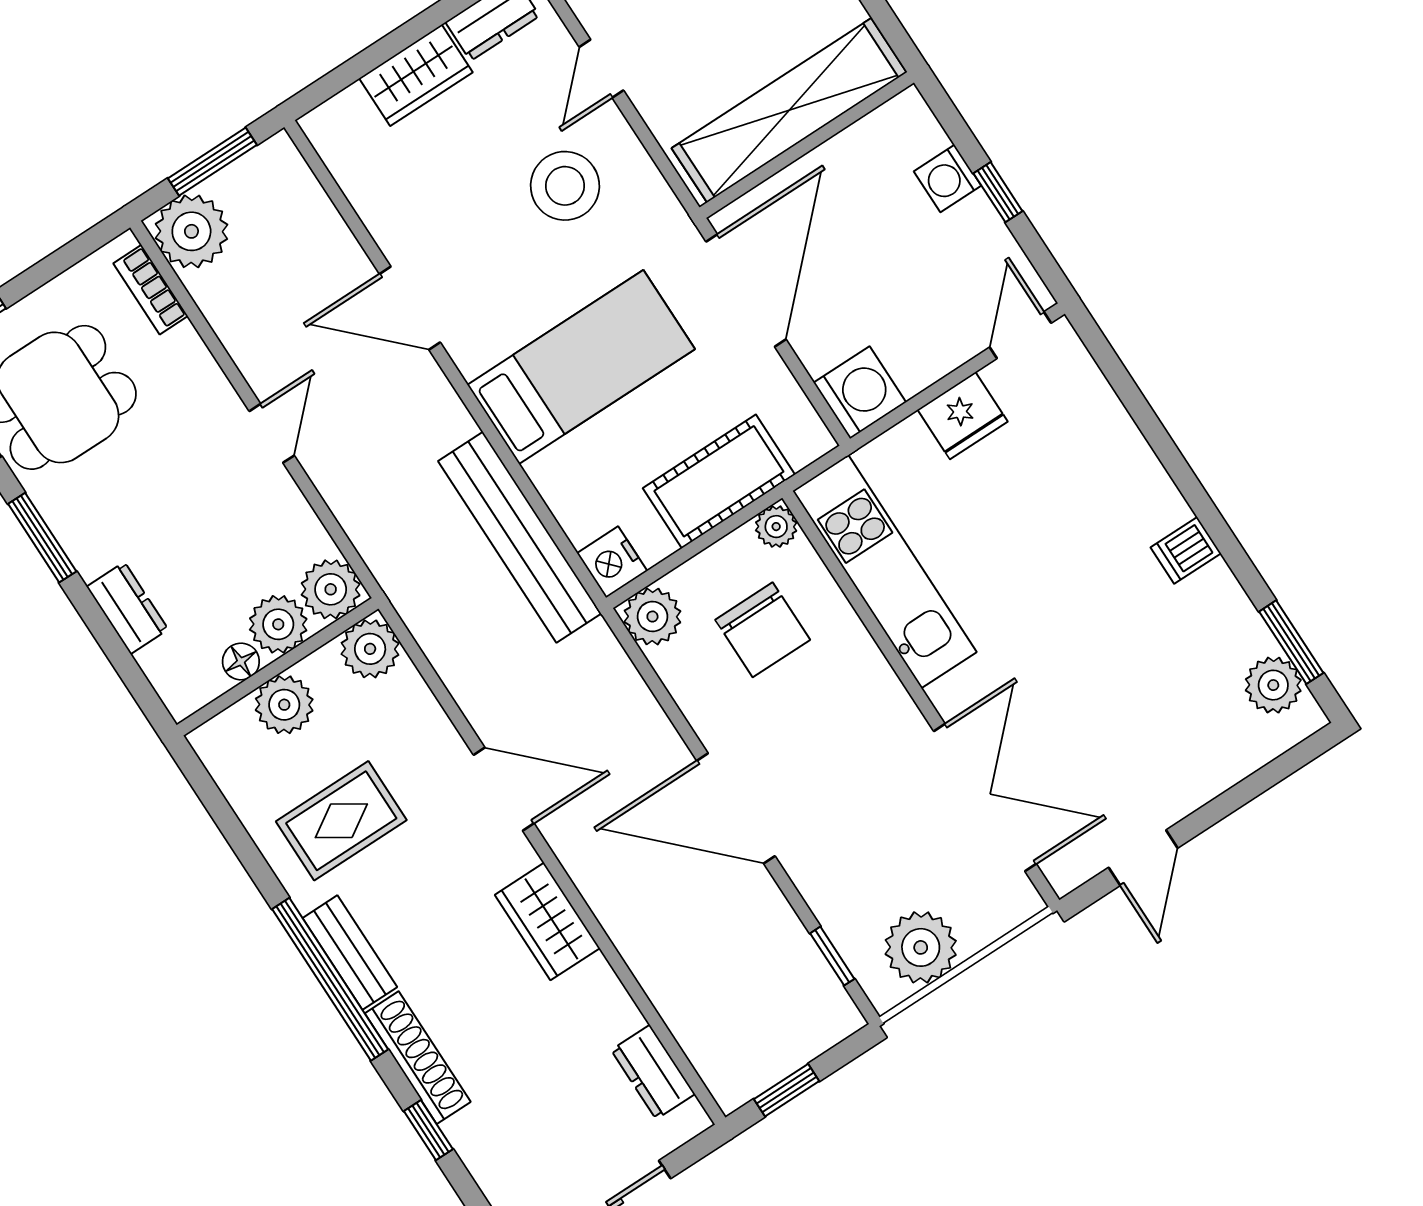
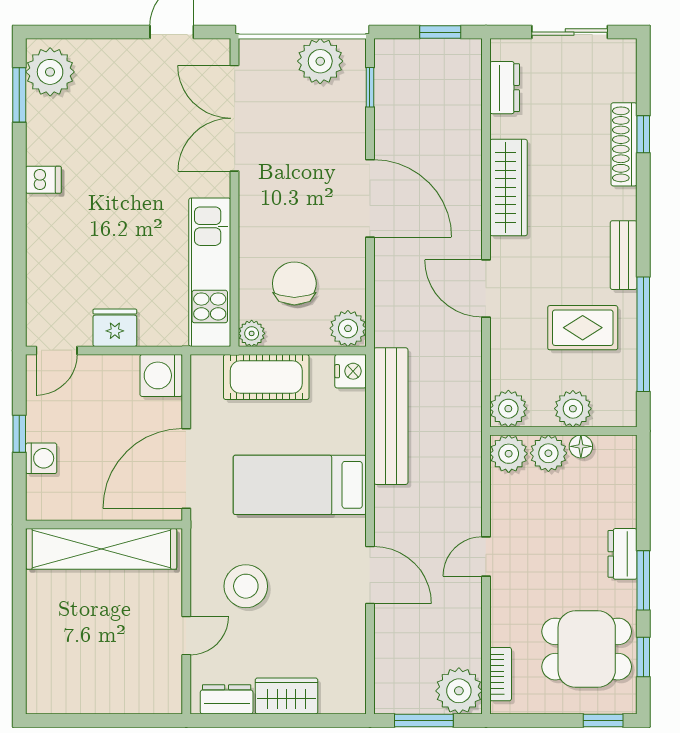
dresser: (127, 608) -> (622, 554), moved
plant: (1273, 685) -> (50, 72), width x1.36, depth x1.36
wardrobe: (547, 921) -> (509, 187), width x1.50
window: (330, 979) -> (643, 334), moved
shoe rack: (418, 1058) -> (624, 144), moved

